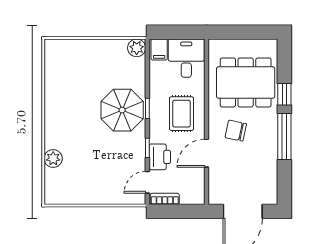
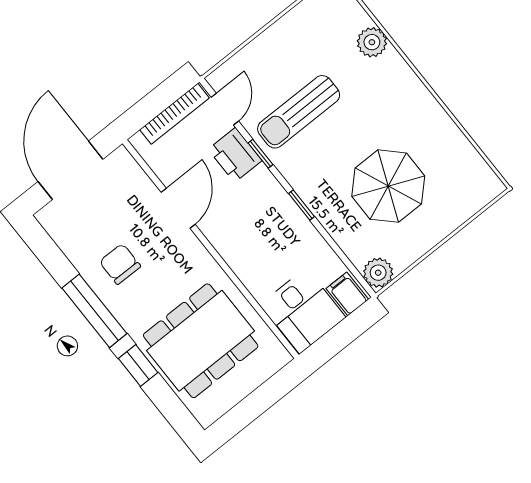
parasol: (122, 110) -> (388, 186), moved
rug: (182, 114) -> (252, 234), removed
chair: (236, 131) -> (120, 264), moved, turned -102
sun lounger: (114, 153) -> (299, 112), added
bookcase: (165, 199) -> (174, 114), width x1.56

